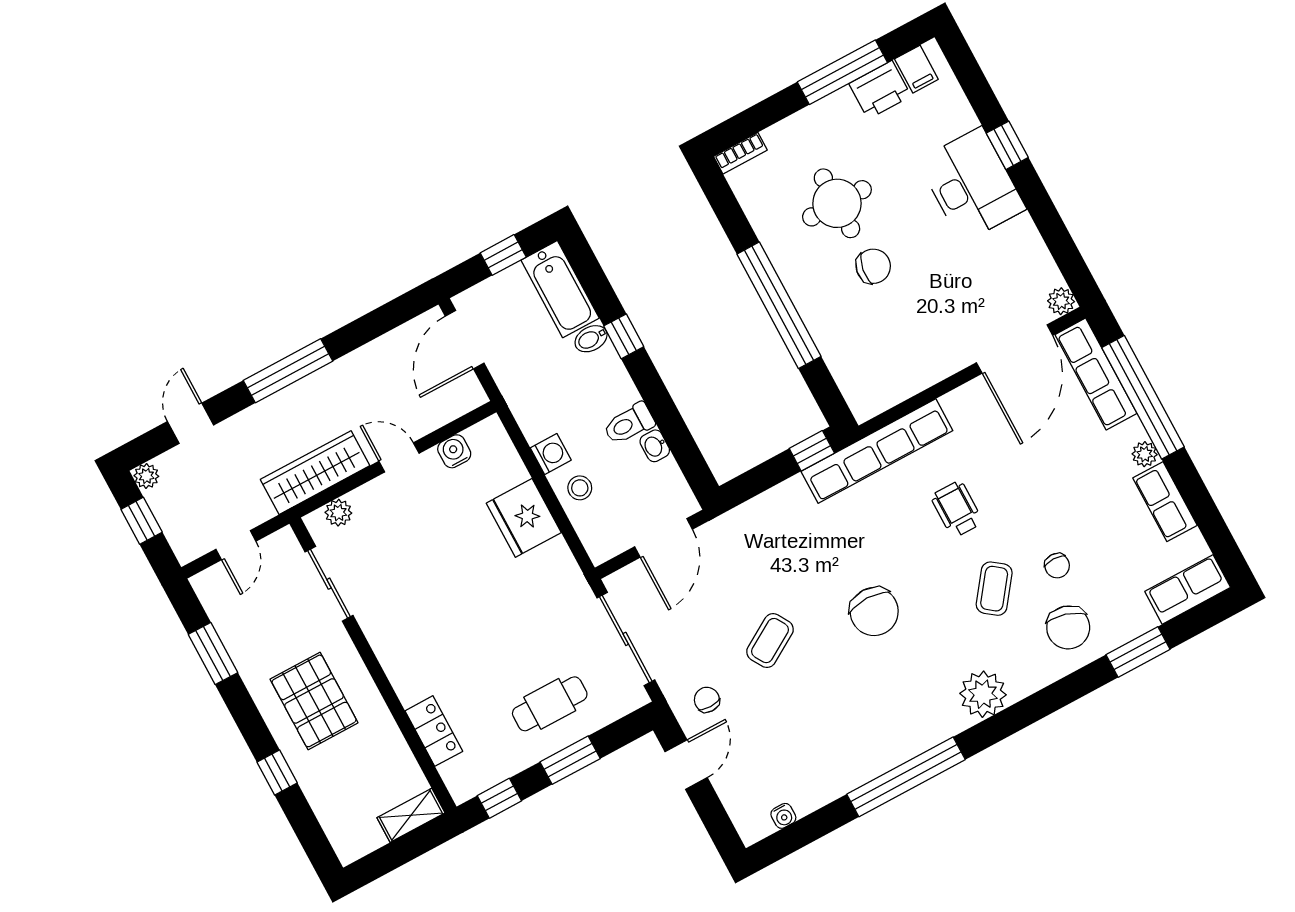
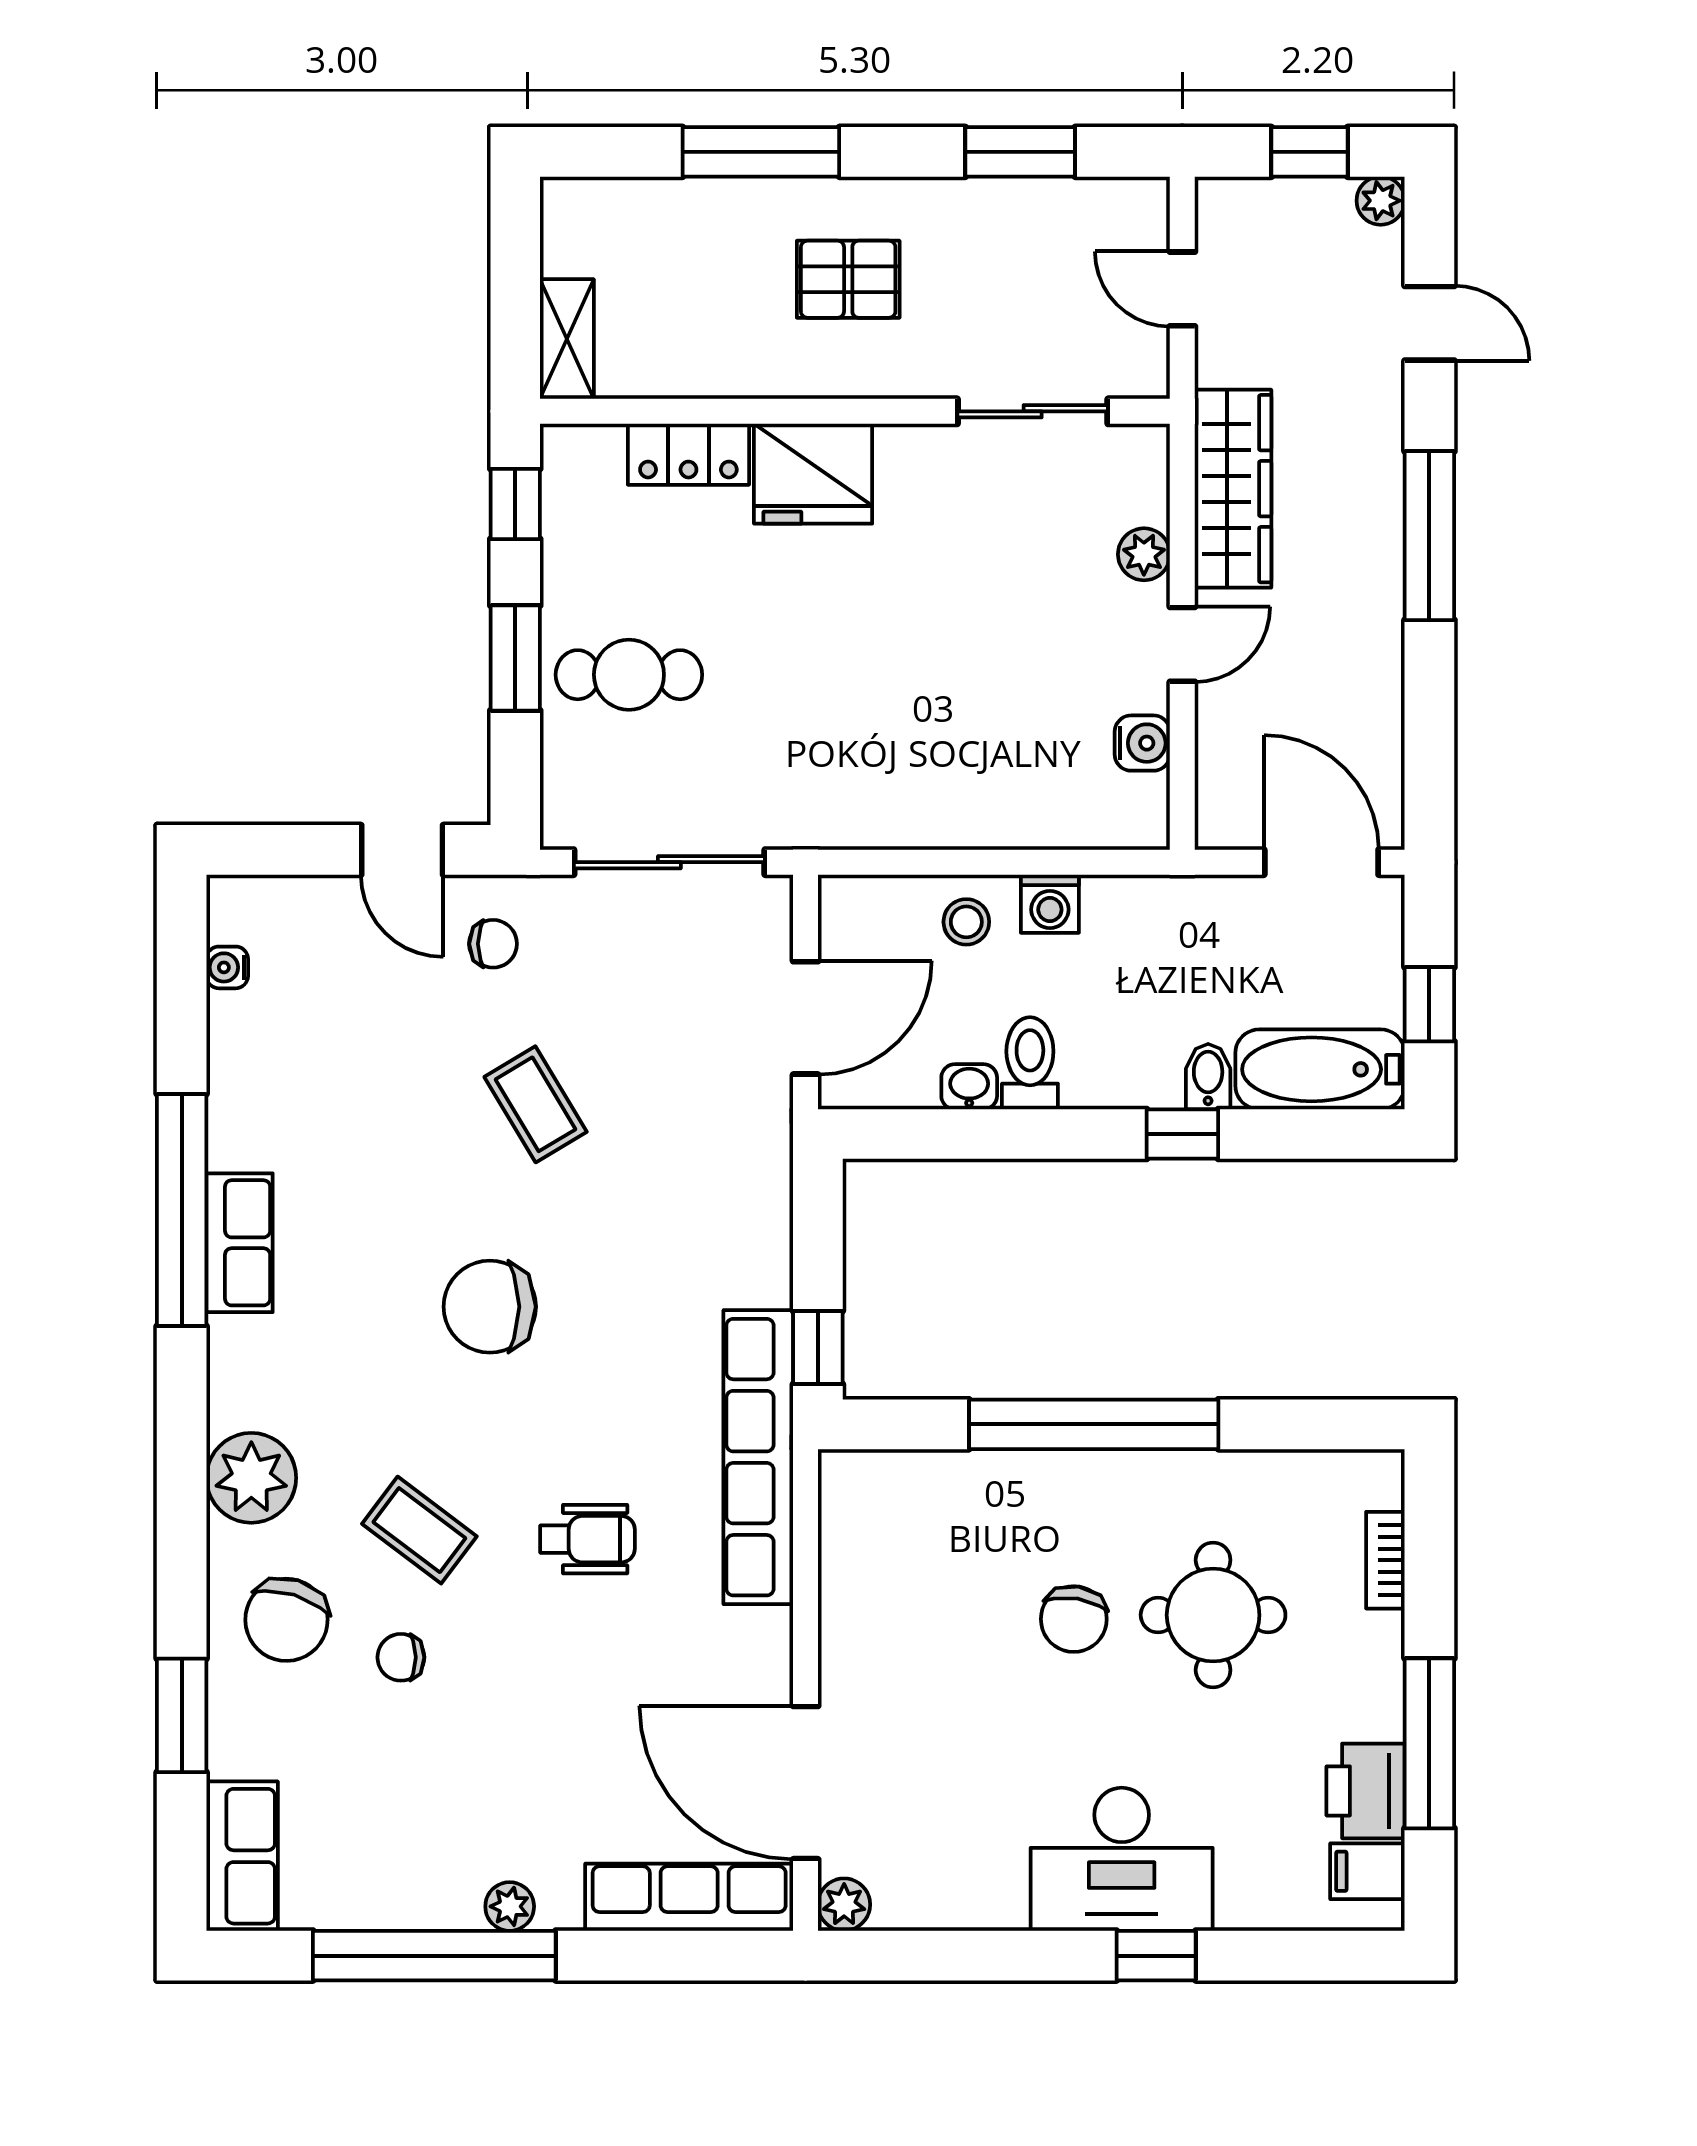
bookcase: (740, 153) -> (1385, 1560), moved
window: (1143, 397) -> (434, 1956), moved
row of seats: (1165, 502) -> (240, 1243), moved, turned 90
plant: (338, 513) -> (1144, 554), moved
fridge: (524, 518) -> (813, 474), moved, turned 180
door: (664, 538) -> (806, 1018), swing flipped
chair: (1068, 627) -> (286, 1620), turned -89
plant: (983, 694) -> (251, 1478), moved
pallet: (314, 701) -> (848, 279), width x0.67, depth x0.71
cafe table: (550, 704) -> (629, 675), turned 90
window: (277, 772) -> (761, 152), width x2.17

